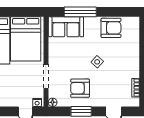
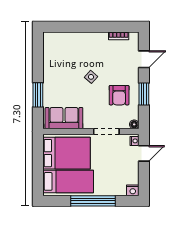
window: (80, 12) -> (38, 95), width x0.69
sofa: (66, 27) -> (64, 118), moved, turned -90
armchair: (111, 28) -> (55, 62), removed

